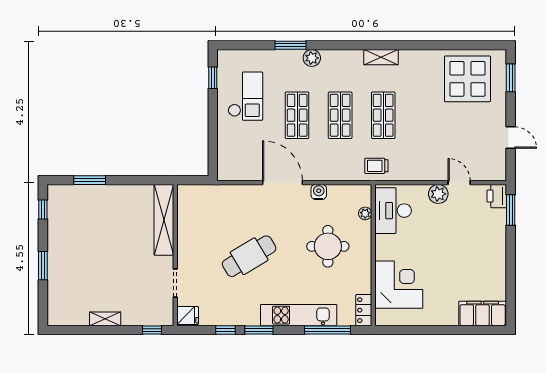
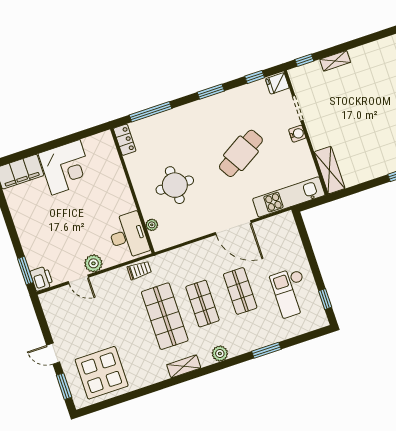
plant: (312, 58) -> (220, 353), moved
shop shelf: (383, 115) -> (165, 316), width x1.43, depth x1.36
door: (511, 138) -> (53, 354), moved
trolley: (376, 166) -> (139, 270), moved
water cooler: (319, 192) -> (297, 134), moved, turned -90
shelving: (164, 220) -> (330, 170), width x0.68
corner desk: (399, 285) -> (66, 167), moved, turned -90
kitchen unit: (299, 315) -> (289, 197), moved, turned 180
shelving: (105, 319) -> (335, 61), moved
window: (225, 330) -> (255, 77), moved

